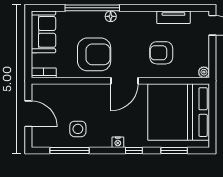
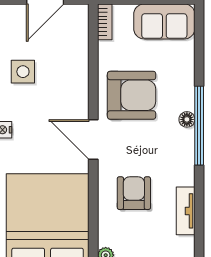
window: (92, 8) -> (199, 126), moved
armchair: (94, 54) -> (132, 95), turned -90

